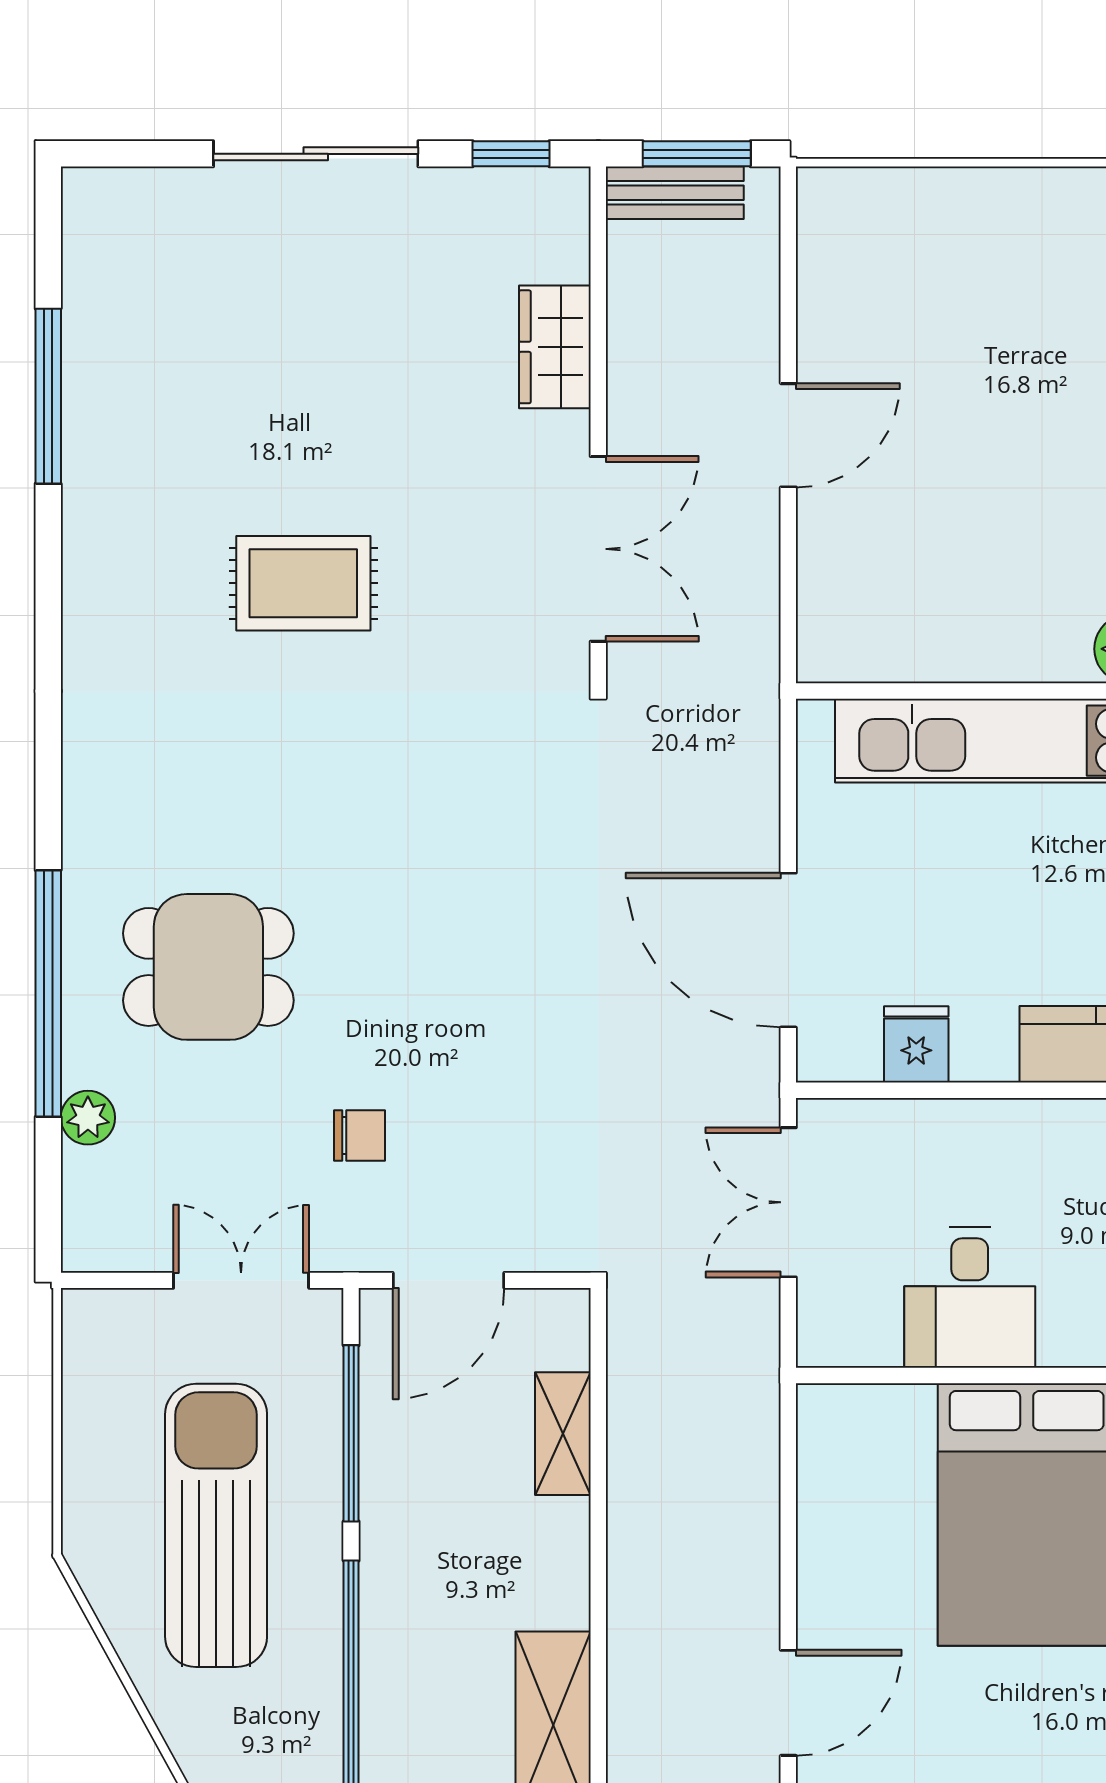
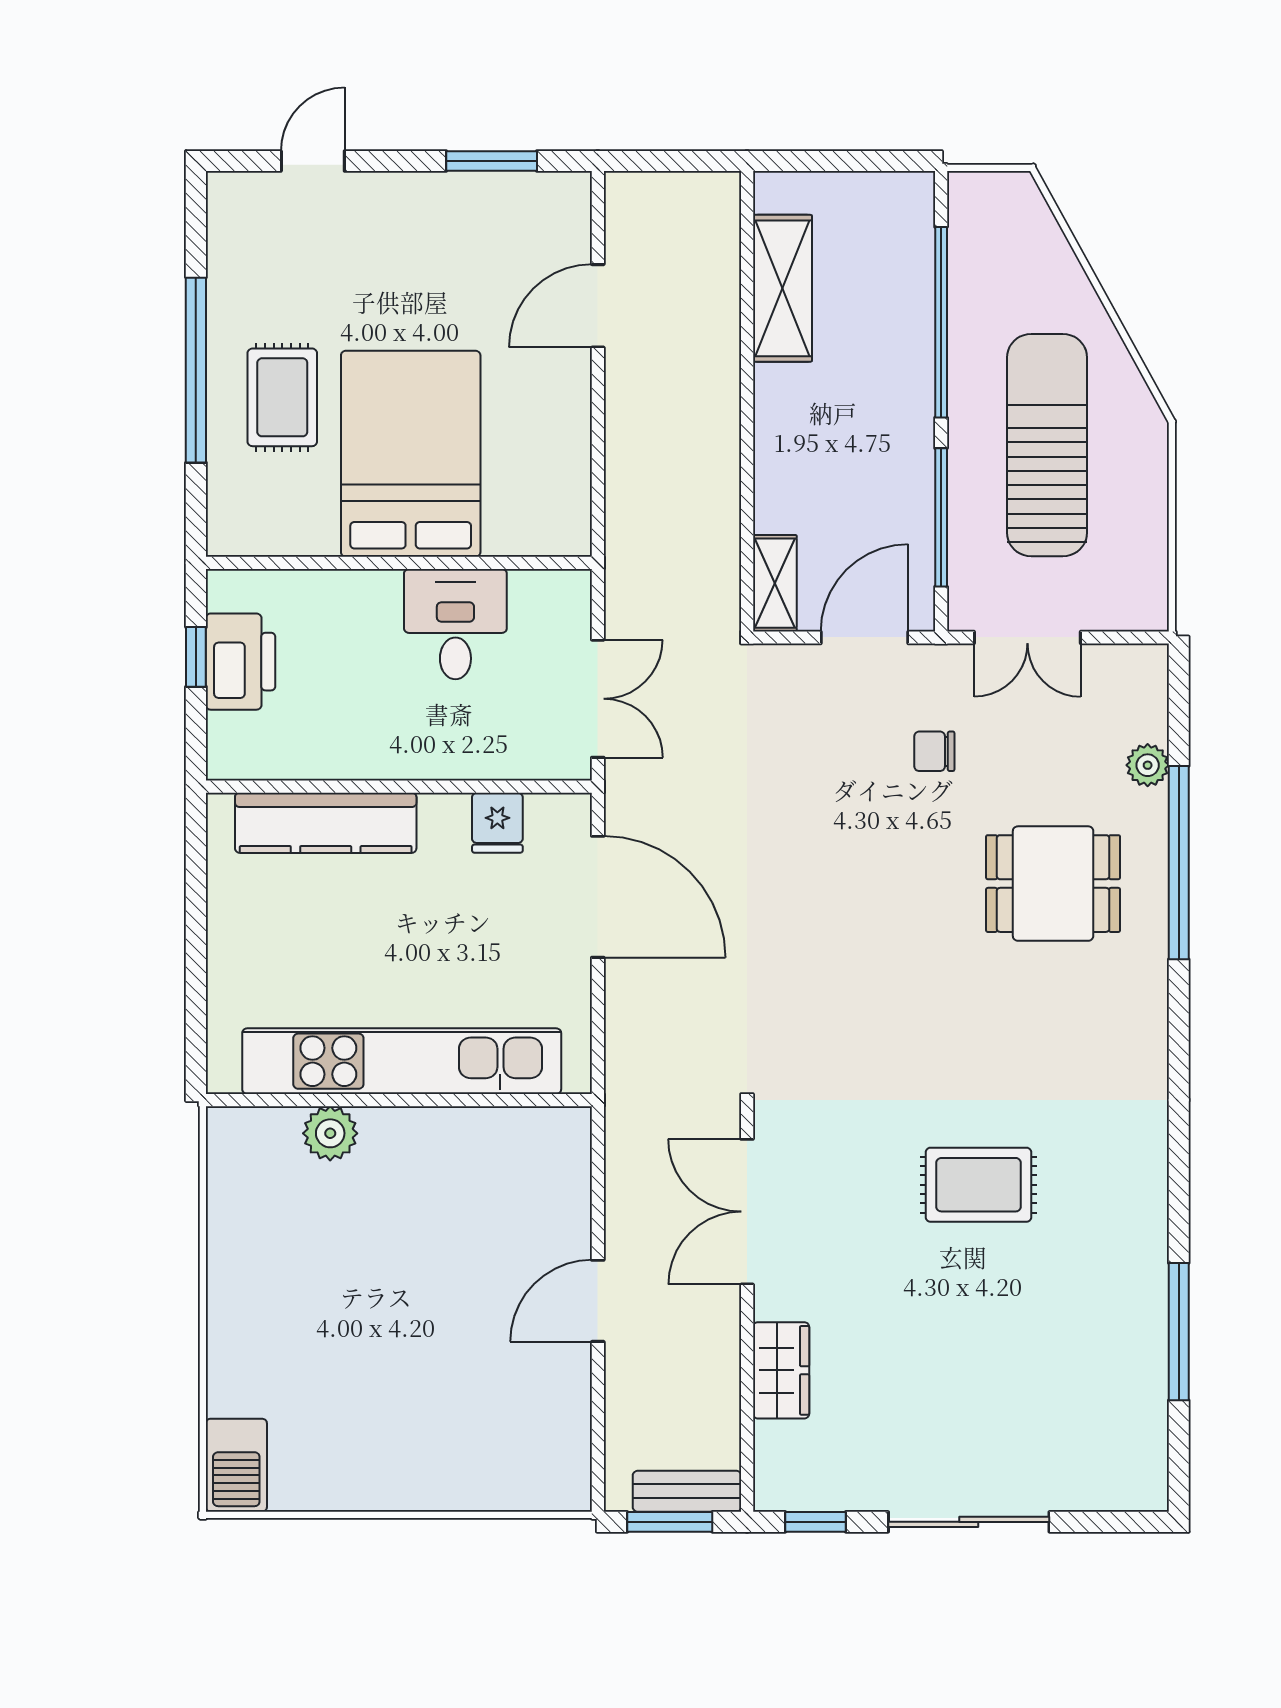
shelving: (563, 1434) -> (775, 583), moved
sun lounger: (216, 1525) -> (1047, 445), turned 180

